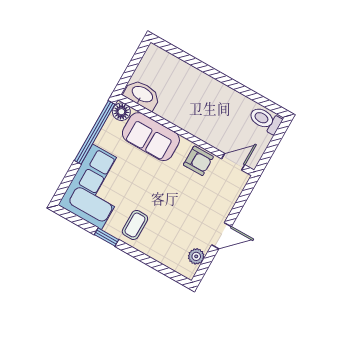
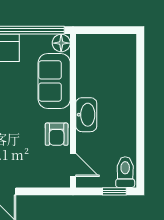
washbasin: (142, 95) -> (86, 115), moved
window: (277, 139) -> (114, 191), added

